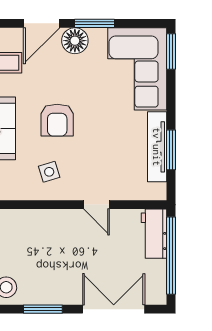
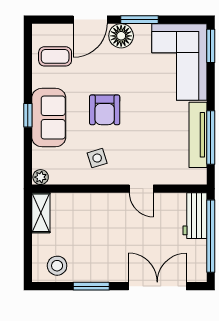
window: (171, 150) -> (211, 138), width x1.44

